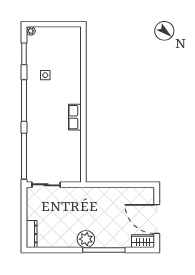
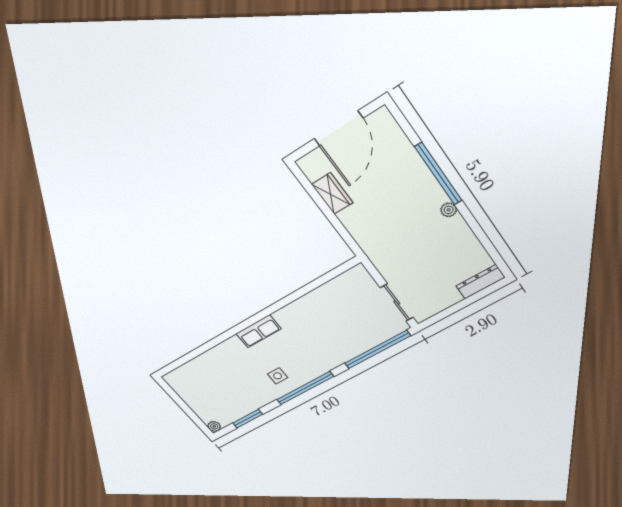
side table: (45, 75) -> (278, 376), moved
row of seats: (75, 117) -> (259, 331), moved
plant: (86, 239) -> (449, 210), width x0.53, depth x0.53
wardrobe: (143, 241) -> (332, 193), moved, turned 180

